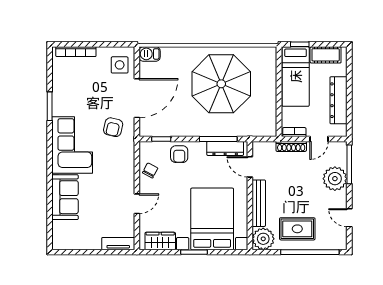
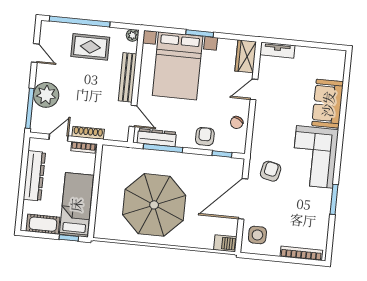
plant: (263, 239) -> (132, 35), width x0.53, depth x0.53
wardrobe: (160, 241) -> (246, 56), moved, turned 90

